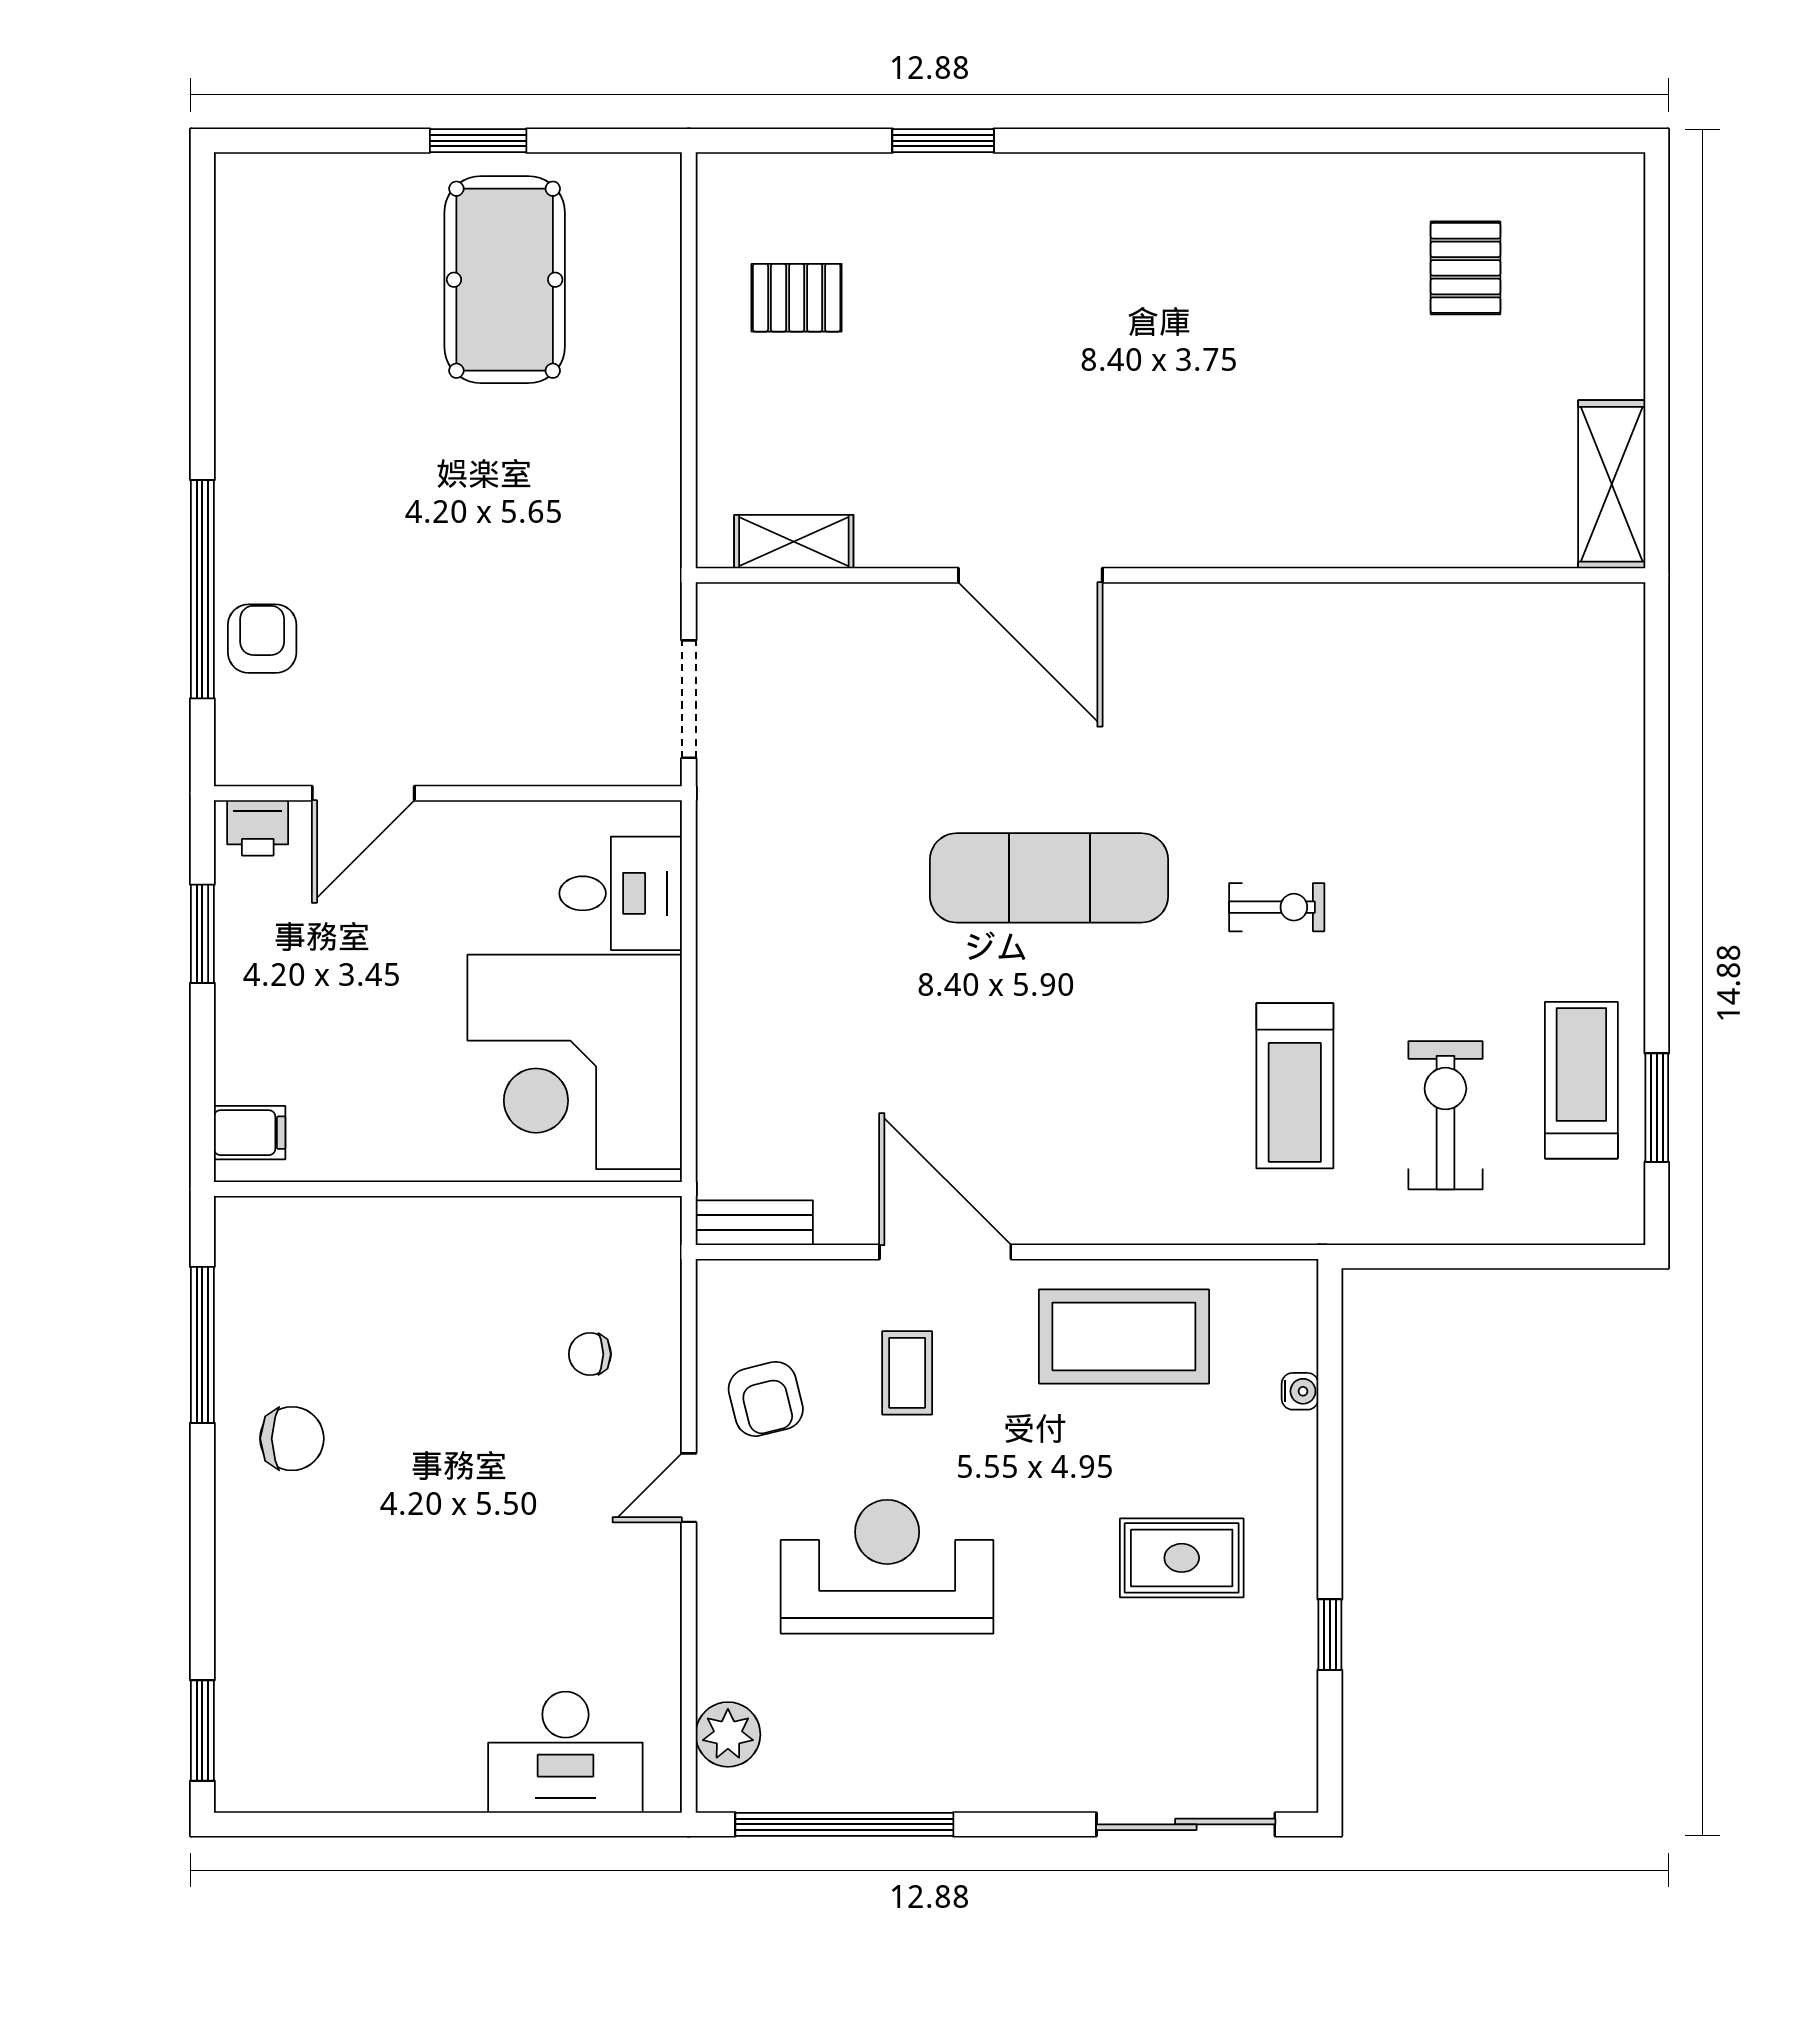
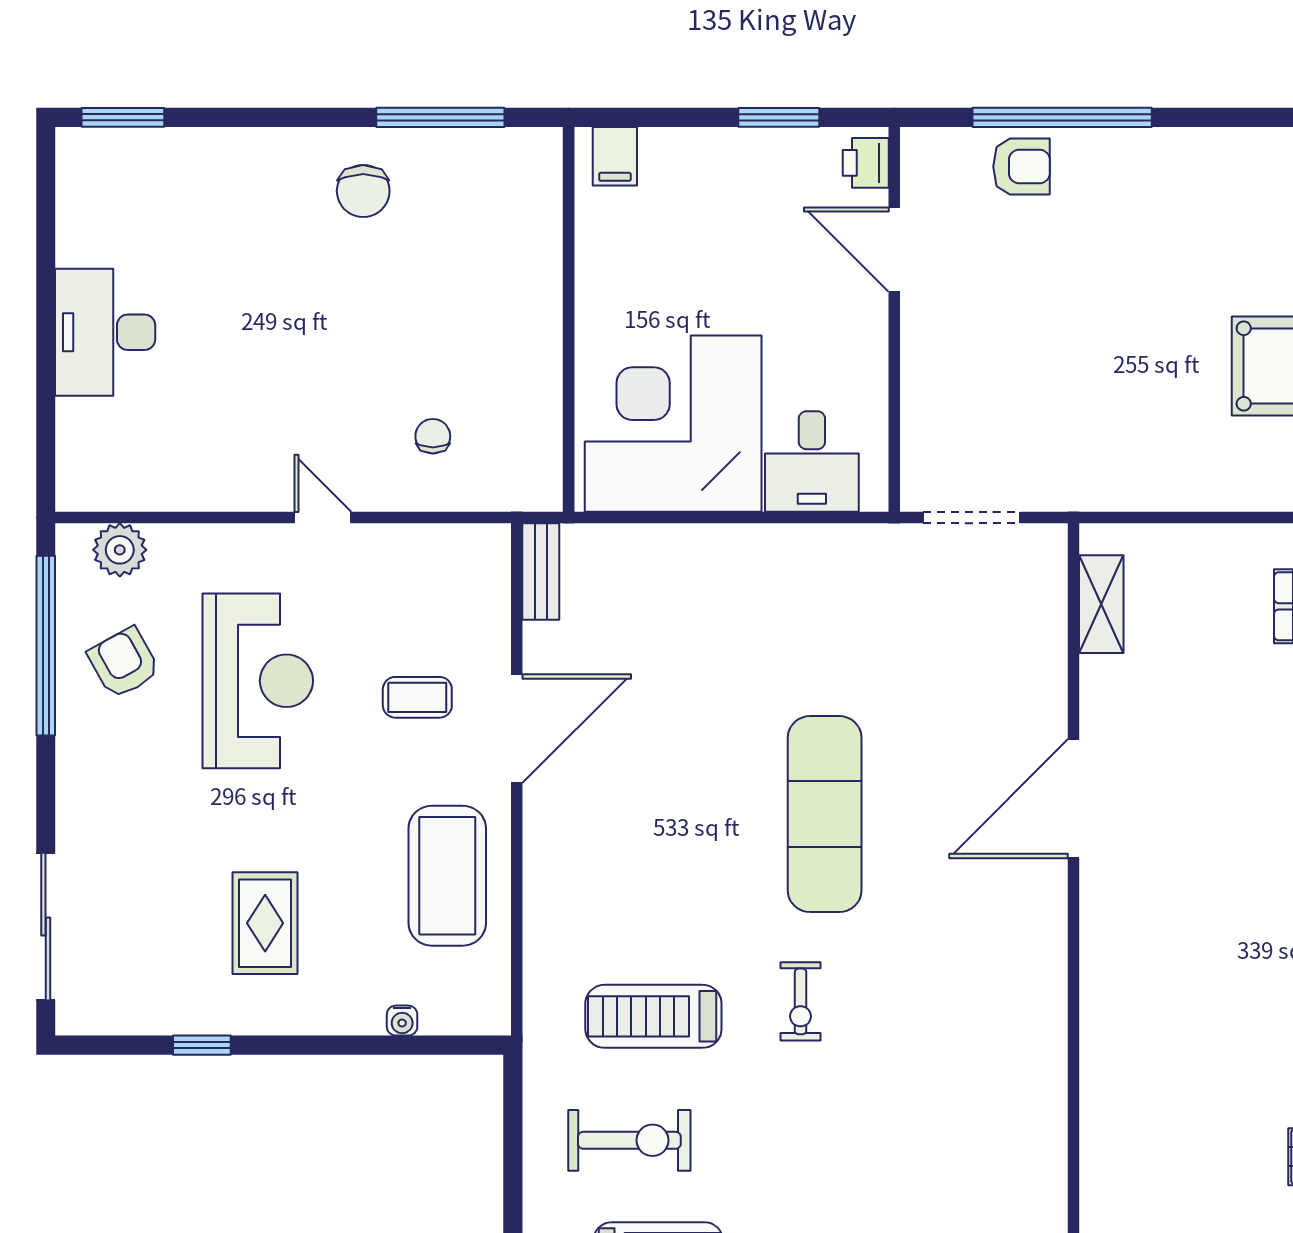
armchair: (766, 1399) -> (124, 663), moved, turned 75
desk: (565, 1752) -> (105, 332), moved

